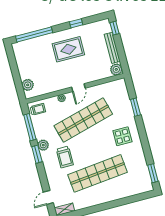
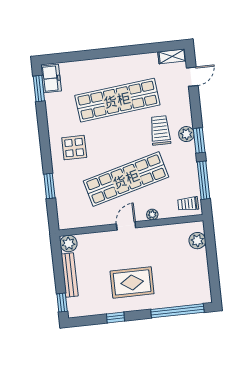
plant: (43, 145) -> (186, 134), moved
freezer: (146, 181) -> (51, 79), added

